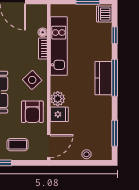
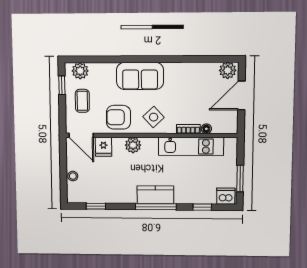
fridge: (59, 114) -> (103, 147), moved
window: (115, 133) -> (96, 206), width x0.67

